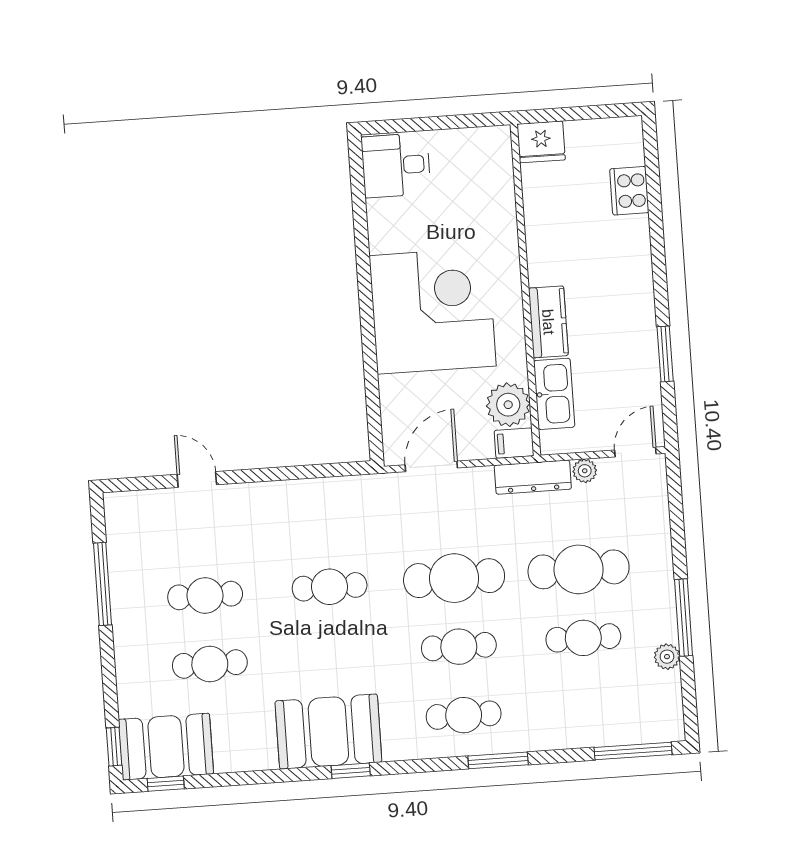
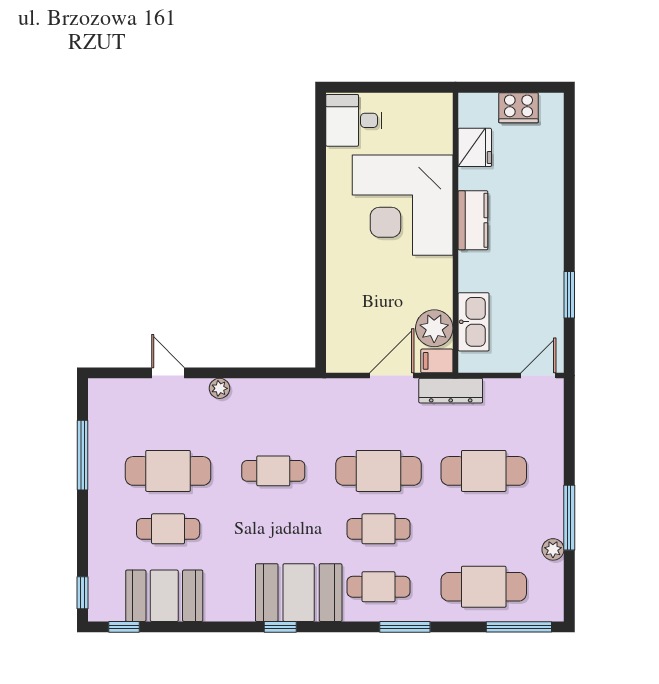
fridge: (541, 142) -> (475, 147), moved, turned -90
cooker: (629, 191) -> (518, 108), moved, turned -90
corner desk: (433, 311) -> (403, 205), moved, turned 180
kitchen counter: (548, 322) -> (473, 220), moved
door: (431, 466) -> (392, 376), moved
plant: (585, 471) -> (220, 388), moved
cafe table: (205, 596) -> (168, 471), width x1.37, depth x1.35
cafe table: (583, 638) -> (484, 587), moved, width x1.37, depth x1.35
booth: (328, 732) -> (299, 593), moved
booth: (166, 747) -> (164, 596), moved

